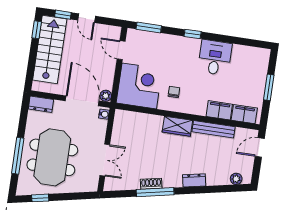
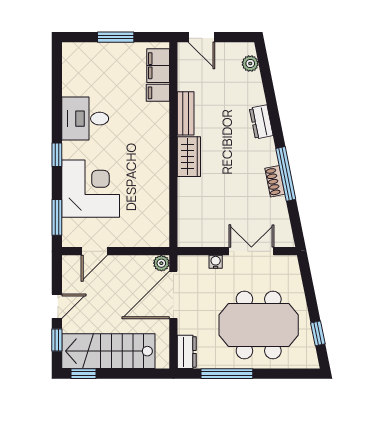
corner desk: (139, 86) -> (91, 189), moved, turned 90
chair: (174, 92) -> (142, 169), removed
filing cabinet: (219, 110) -> (158, 93), width x0.50
water cooler: (104, 114) -> (216, 262), moved
bench: (214, 129) -> (186, 113), width x0.73
window: (18, 156) -> (227, 374), moved

